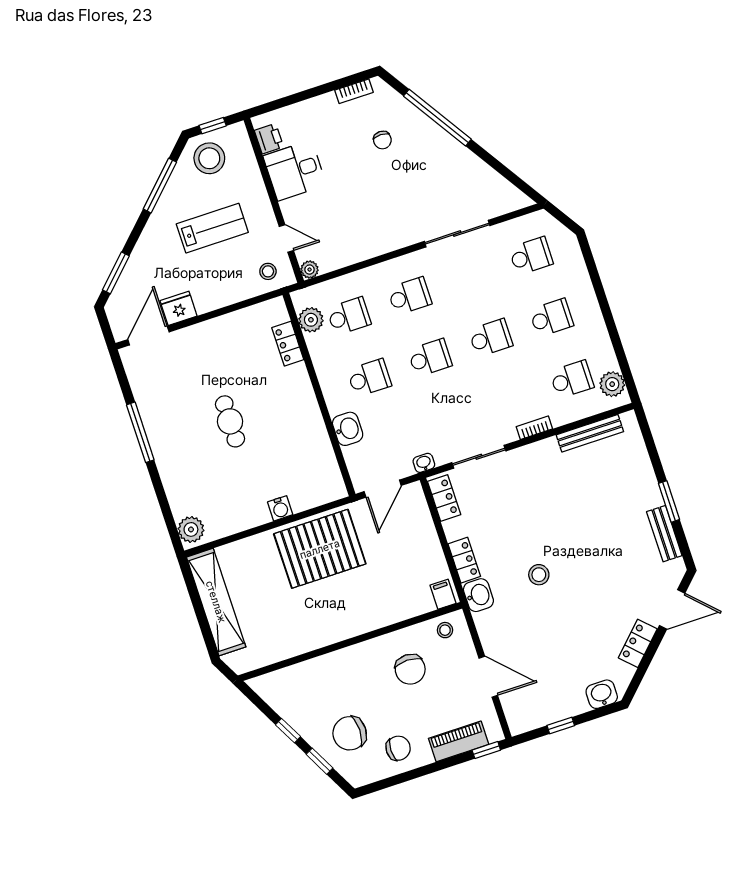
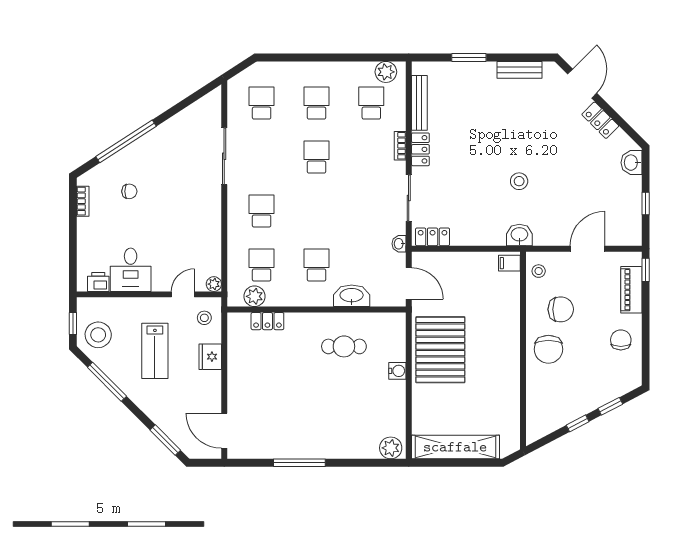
lab bench: (212, 228) -> (155, 351), turned 180
fridge: (179, 308) -> (210, 357), moved
school desk: (430, 358) -> (316, 211), removed
cafe table: (230, 421) -> (344, 346), moved
washbasin: (348, 429) -> (352, 296), width x1.38
window: (669, 501) -> (469, 57), moved
locker: (464, 560) -> (420, 149), moved, turned 90
chair: (350, 733) -> (548, 349), moved

